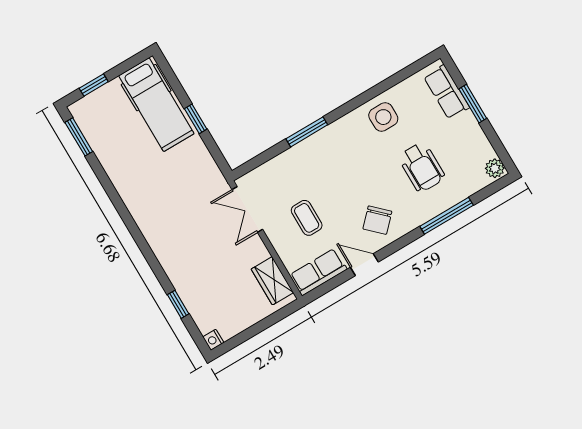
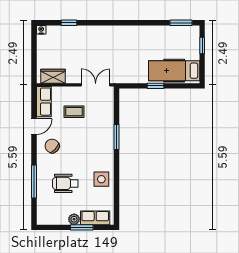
plant: (495, 168) -> (74, 219), moved

